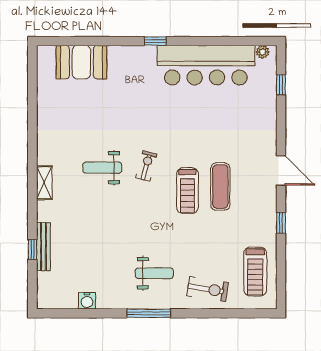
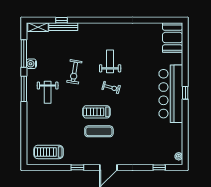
booth: (81, 62) -> (173, 38), moved
bar counter: (206, 65) -> (171, 94), moved
shelving: (44, 183) -> (38, 27), moved
exercise bike: (208, 289) -> (74, 72), moved
water cooler: (87, 301) -> (31, 64), moved
window: (89, 313) -> (24, 54), added

